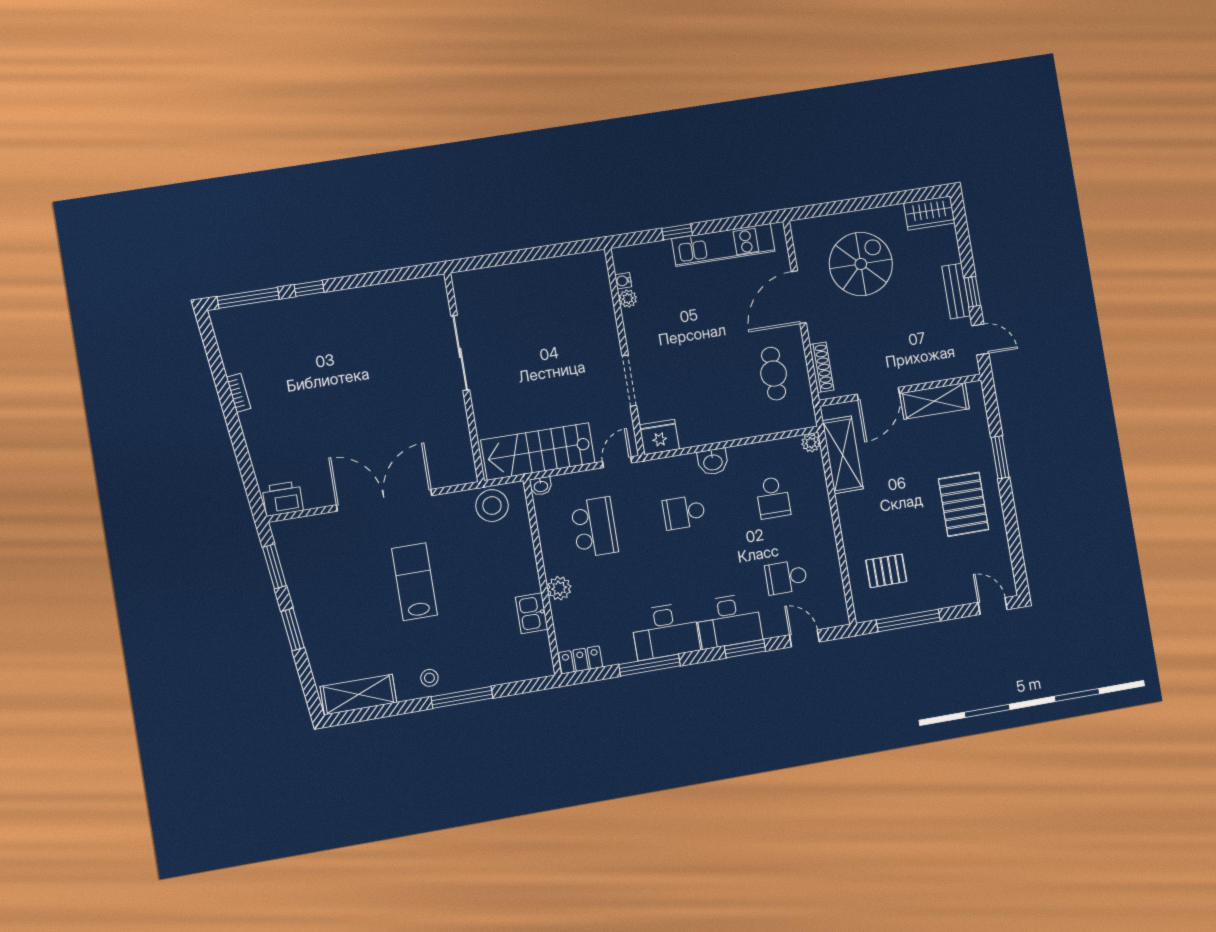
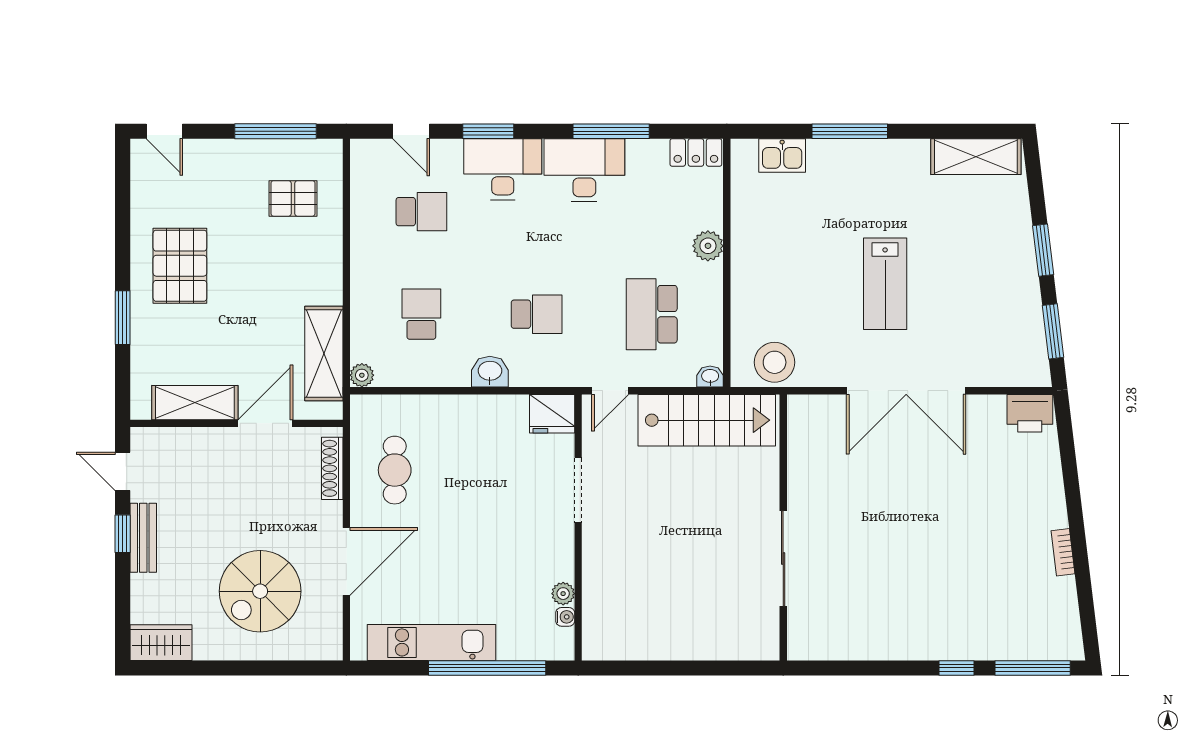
window: (677, 232) -> (487, 668), width x3.17
kitchen sink: (532, 613) -> (782, 156), moved, turned 90
stool: (429, 678) -> (886, 162), removed

